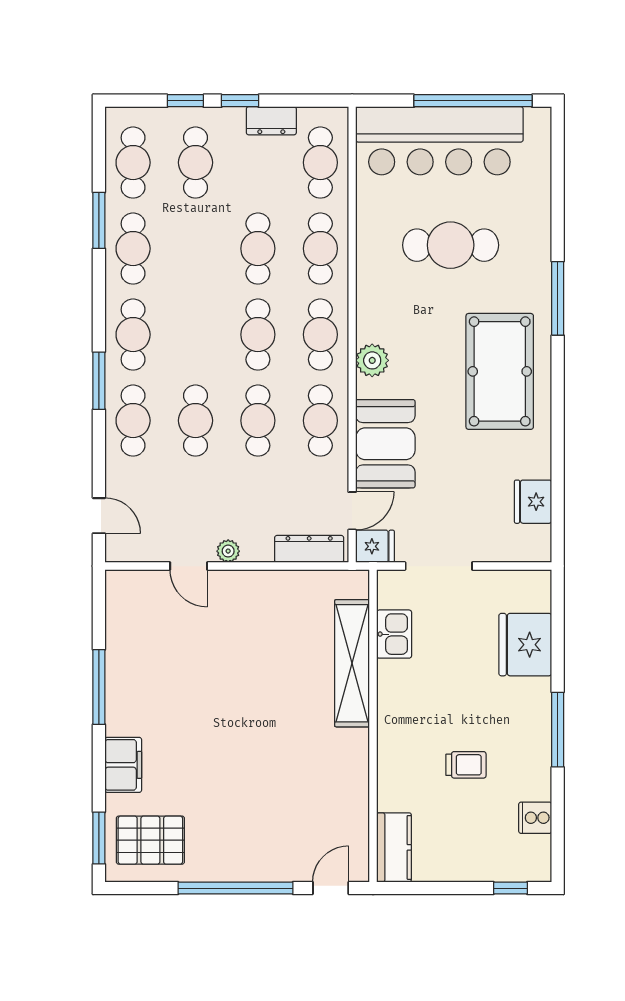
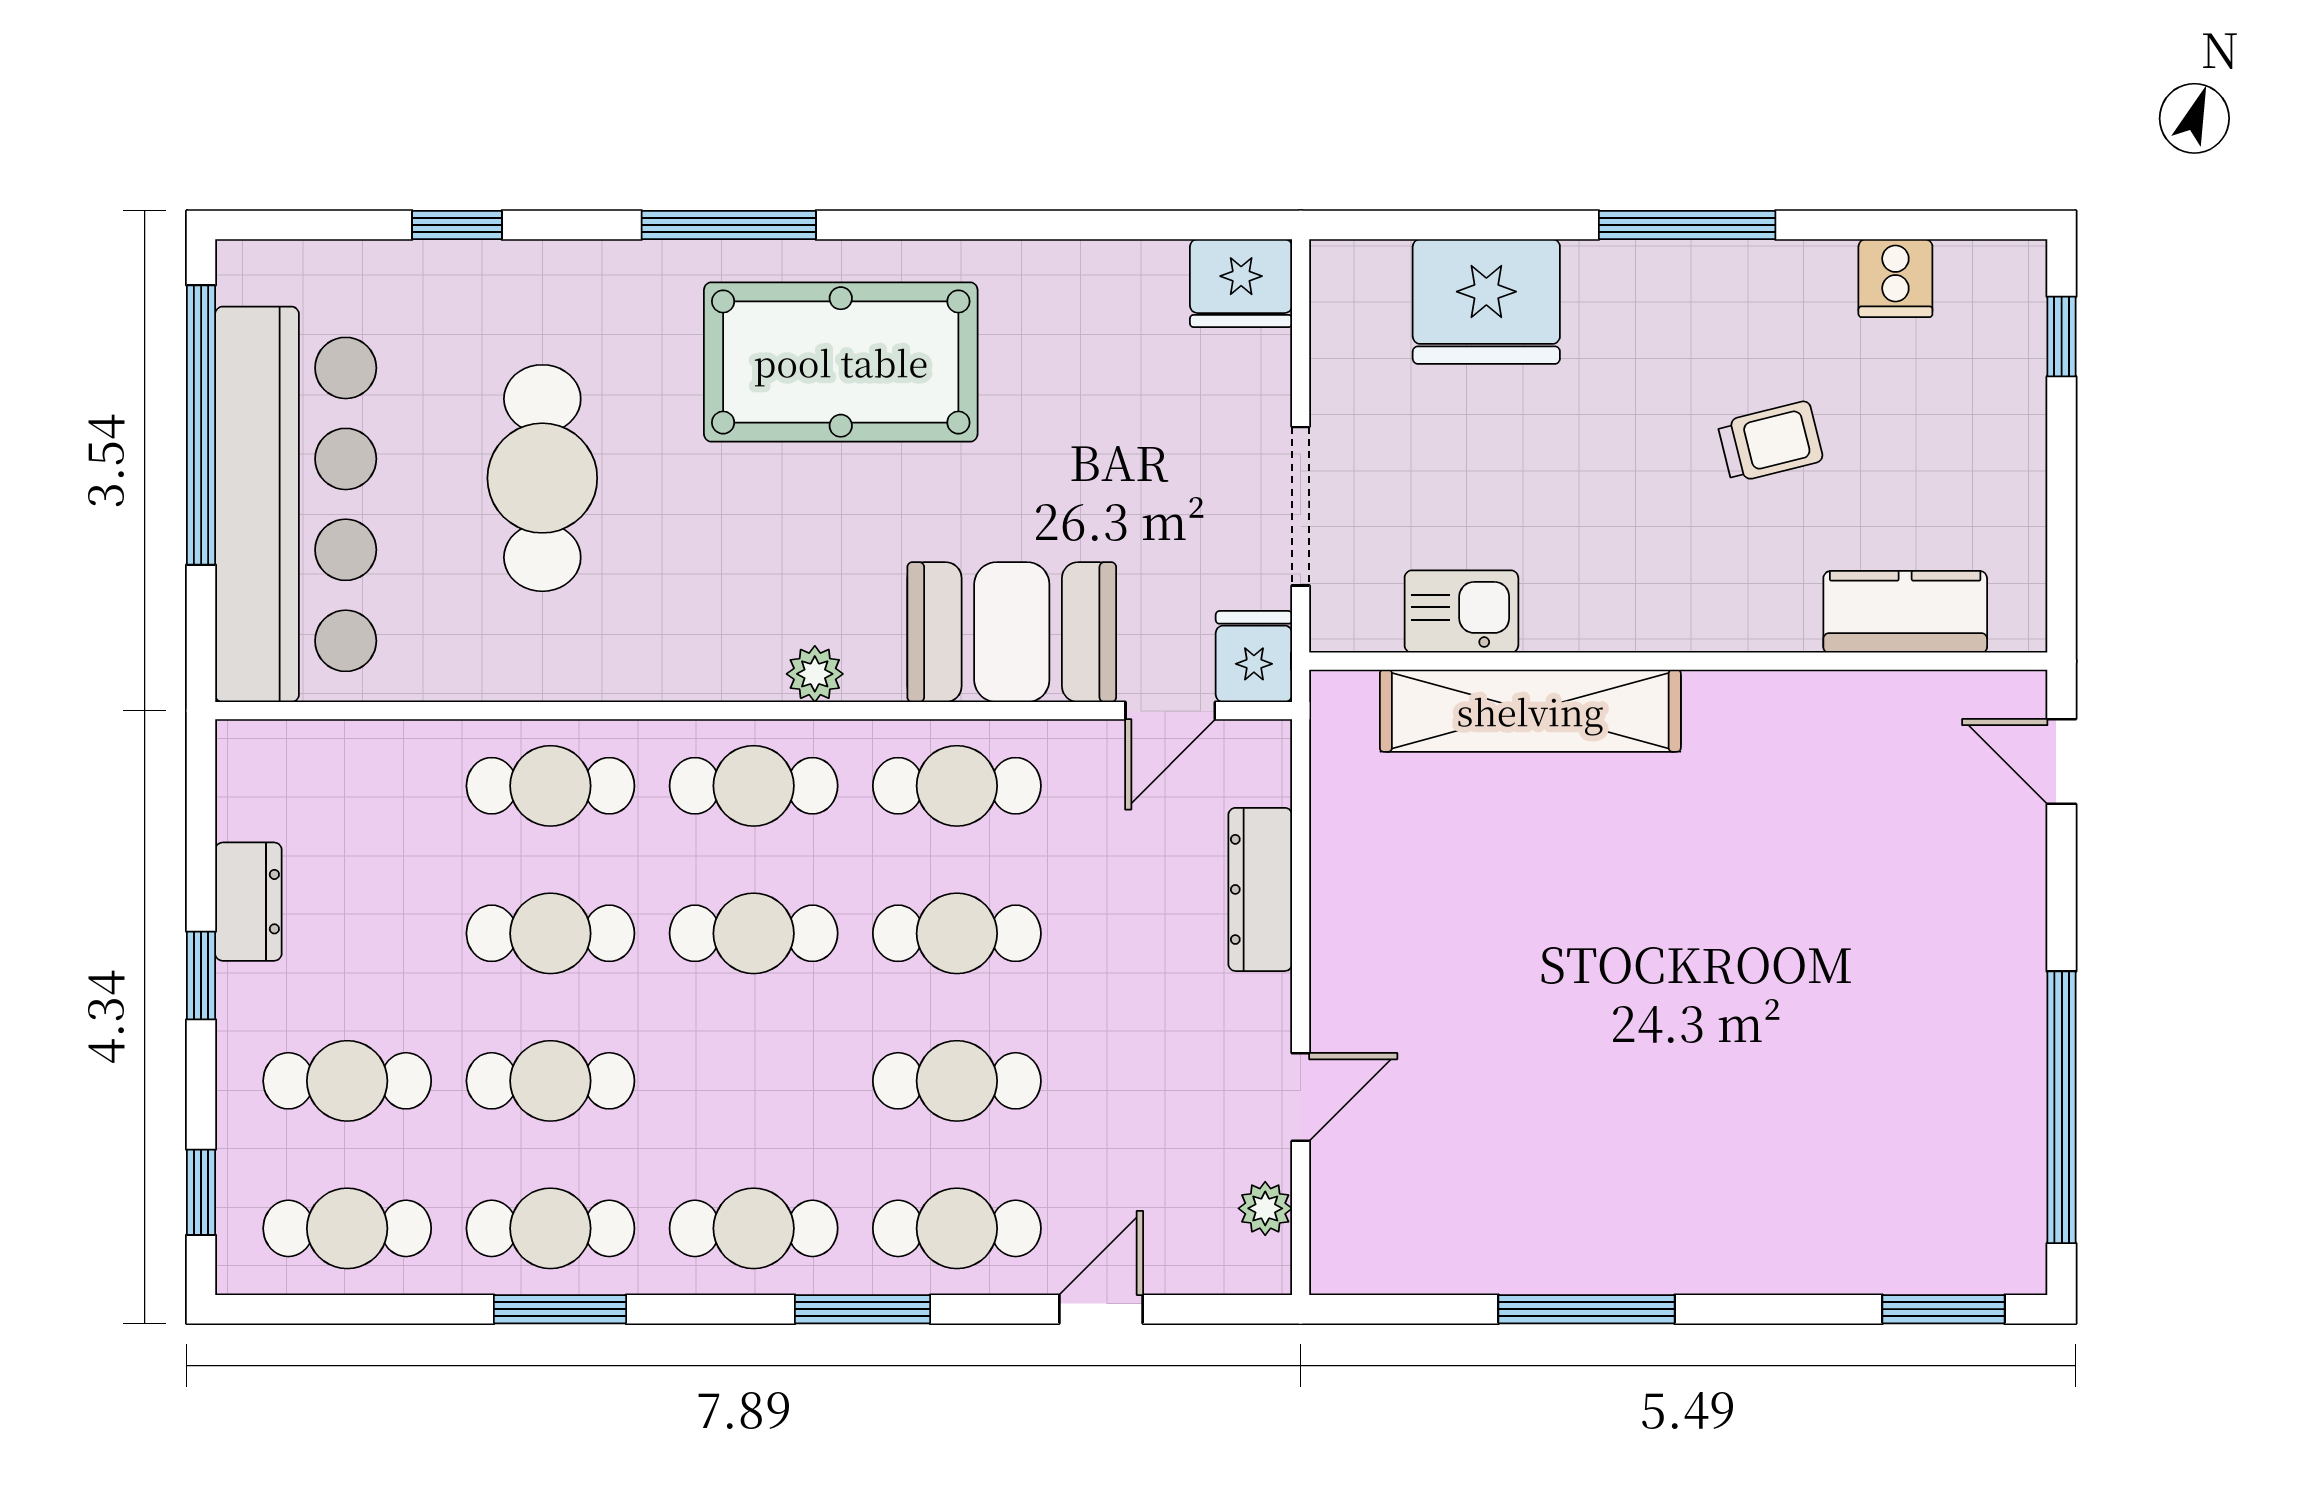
window: (185, 101) -> (201, 1192), moved
cafe table: (320, 163) -> (550, 1081), moved
window: (558, 209) -> (457, 225), added
window: (99, 220) -> (560, 1309), moved
window: (558, 298) -> (729, 225), moved
plant: (372, 360) -> (815, 674), width x0.73, depth x0.73
fridge: (533, 502) -> (1241, 283), moved
door: (352, 511) -> (1170, 711), swing flipped
door: (99, 516) -> (1101, 1309), moved
dresser: (309, 549) -> (1260, 889), moved
plant: (228, 551) -> (1265, 1208), moved
filing cabinet: (123, 765) -> (1771, 1252), removed
trolley: (466, 765) -> (1770, 442), turned 76
pallet: (150, 840) -> (1948, 1187), removed
kitchen counter: (394, 847) -> (1905, 612), moved
window: (235, 888) -> (2062, 1107), moved

